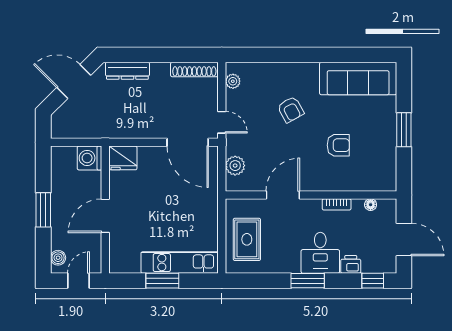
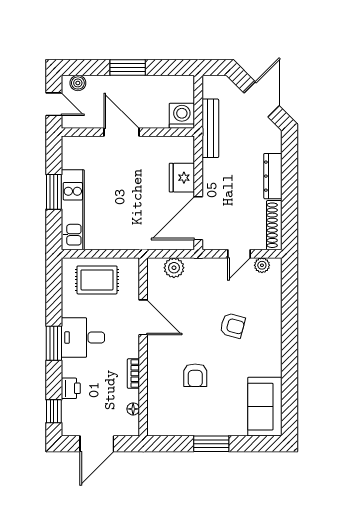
dresser: (127, 71) -> (273, 176), moved
sofa: (358, 78) -> (265, 407), width x0.73
armchair: (291, 109) -> (232, 326), turned -136
door: (222, 122) -> (239, 254), moved
bench: (102, 131) -> (210, 128), added
fridge: (123, 158) -> (182, 178), moved
desk: (320, 253) -> (83, 338), moved

